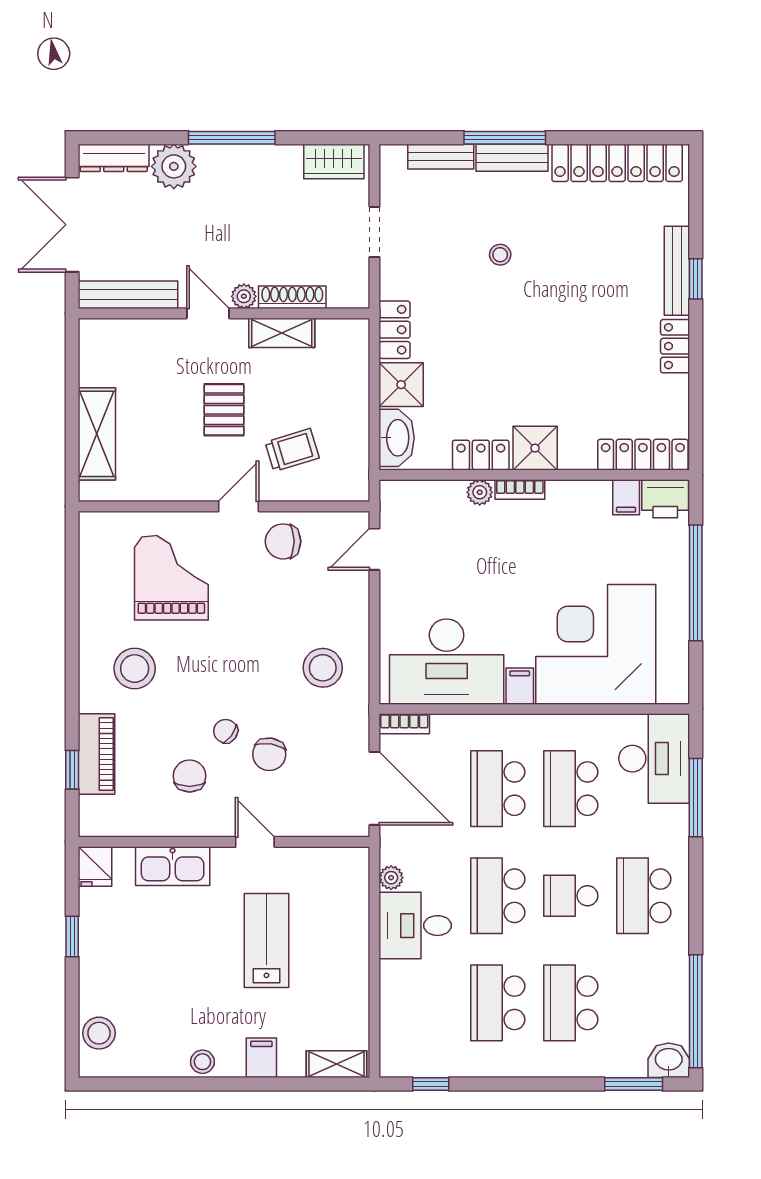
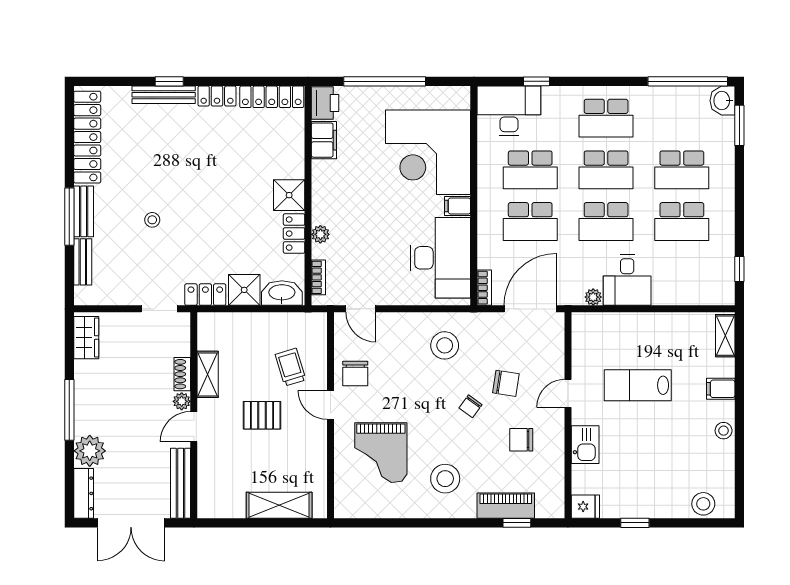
doorway: (374, 232) -> (159, 309), moved
shoe rack: (292, 297) -> (182, 374), width x0.70
locker: (643, 455) -> (272, 97), moved, turned -90
bookcase: (520, 489) -> (318, 277), moved
filing cabinet: (626, 497) -> (324, 140), width x2.00
grand piano: (171, 578) -> (381, 453), turned -90
chair: (226, 731) -> (471, 406), moved
window: (696, 798) -> (537, 81), width x0.46
kitchen sink: (173, 866) -> (585, 445), width x0.73
school desk: (571, 896) -> (606, 170), width x1.85

